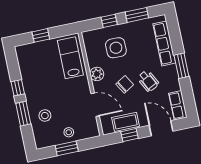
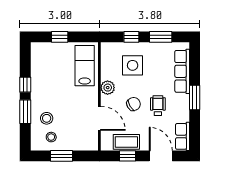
wheelchair: (148, 81) -> (158, 106), turned -153
stool: (69, 132) -> (51, 137), moved

